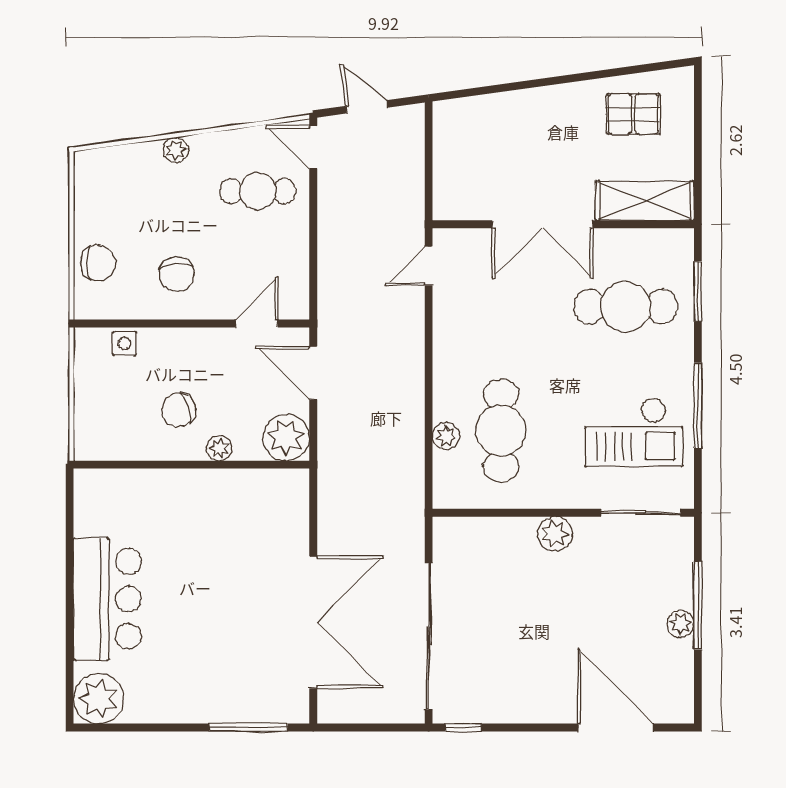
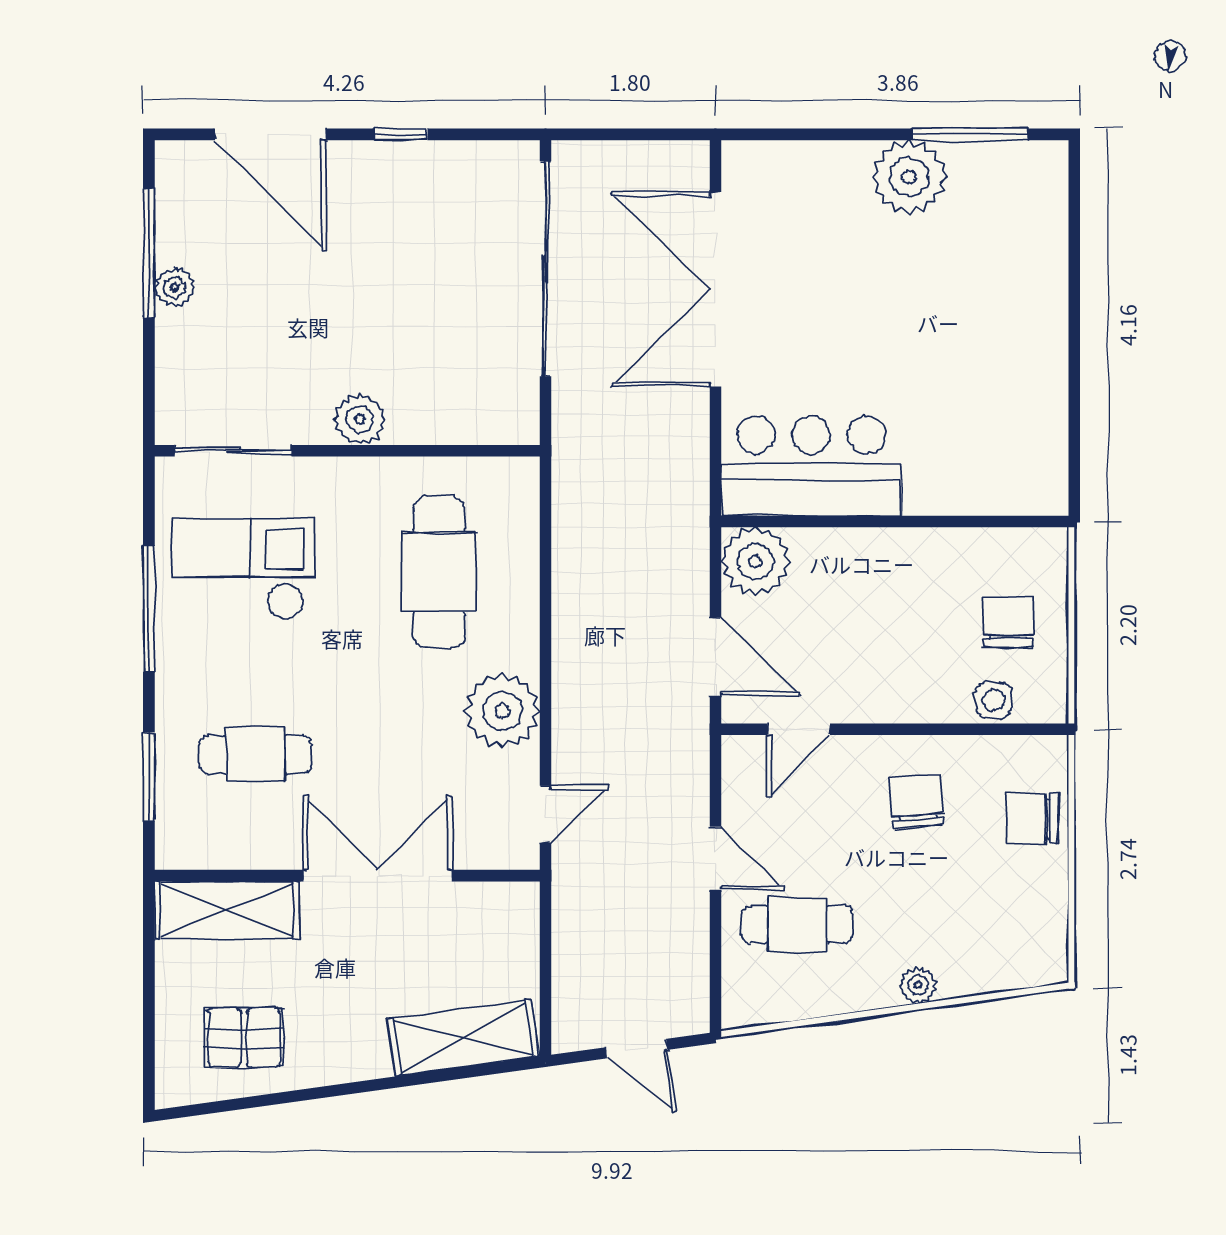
shelving: (484, 114) -> (463, 1038), added
door: (313, 147) -> (715, 858), moved
cafe table: (626, 306) -> (255, 754), width x0.73, depth x0.74
chair: (179, 410) -> (1008, 622), moved, turned -73
plant: (446, 436) -> (502, 711), moved, width x1.88, depth x1.88
plant: (219, 448) -> (854, 546), removed
bar counter: (107, 599) -> (811, 466), moved, turned 90
window: (698, 605) -> (149, 253), moved
plant: (99, 698) -> (909, 177), moved
window: (248, 727) -> (970, 134), moved
window: (463, 727) -> (401, 134), moved

